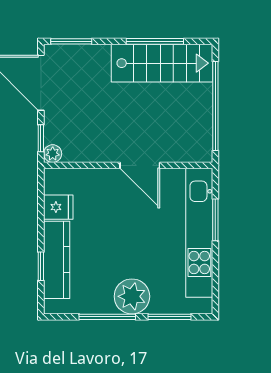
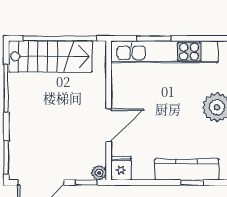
stairs: (162, 63) -> (50, 56), moved, turned 90
door: (140, 165) -> (109, 125), moved
fridge: (58, 207) -> (121, 168), moved

